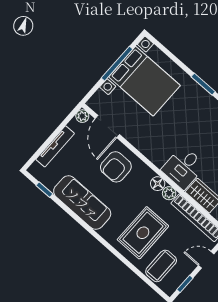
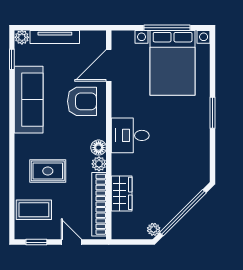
plant: (82, 116) -> (22, 37), moved
armchair: (116, 167) -> (82, 101), turned 180
desk: (183, 168) -> (130, 135), moved
rug: (143, 233) -> (48, 171), width x0.73, depth x0.70

